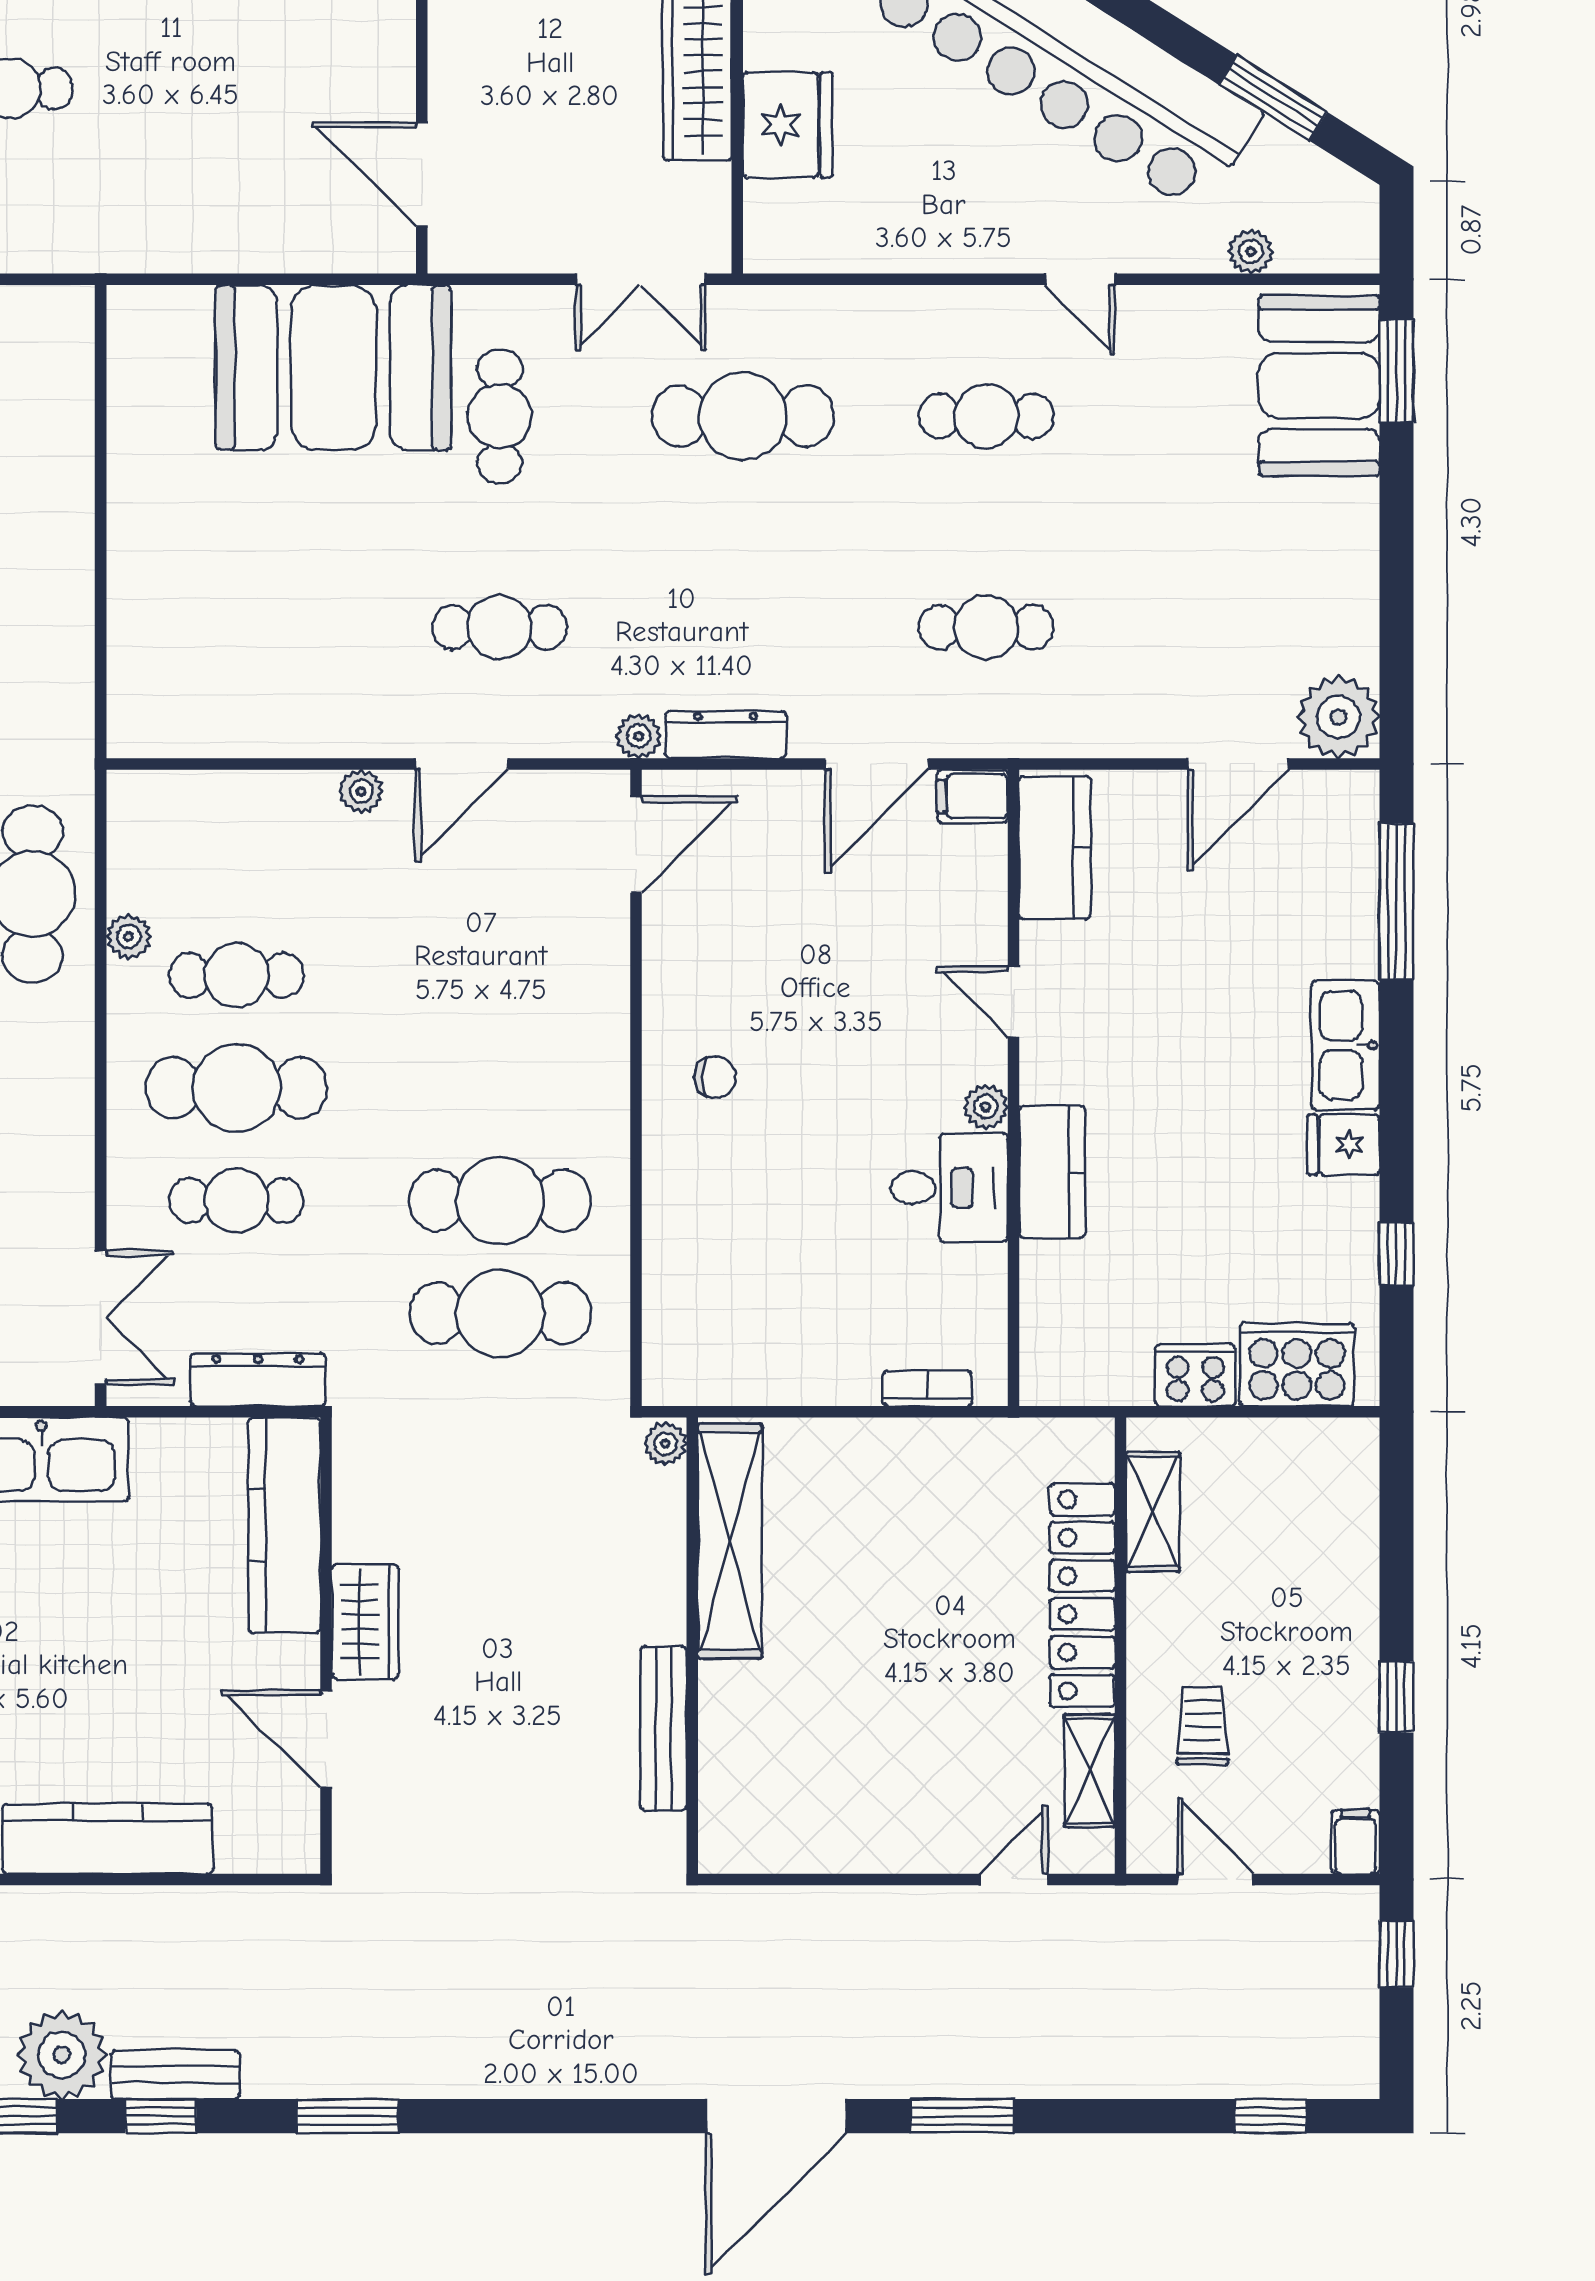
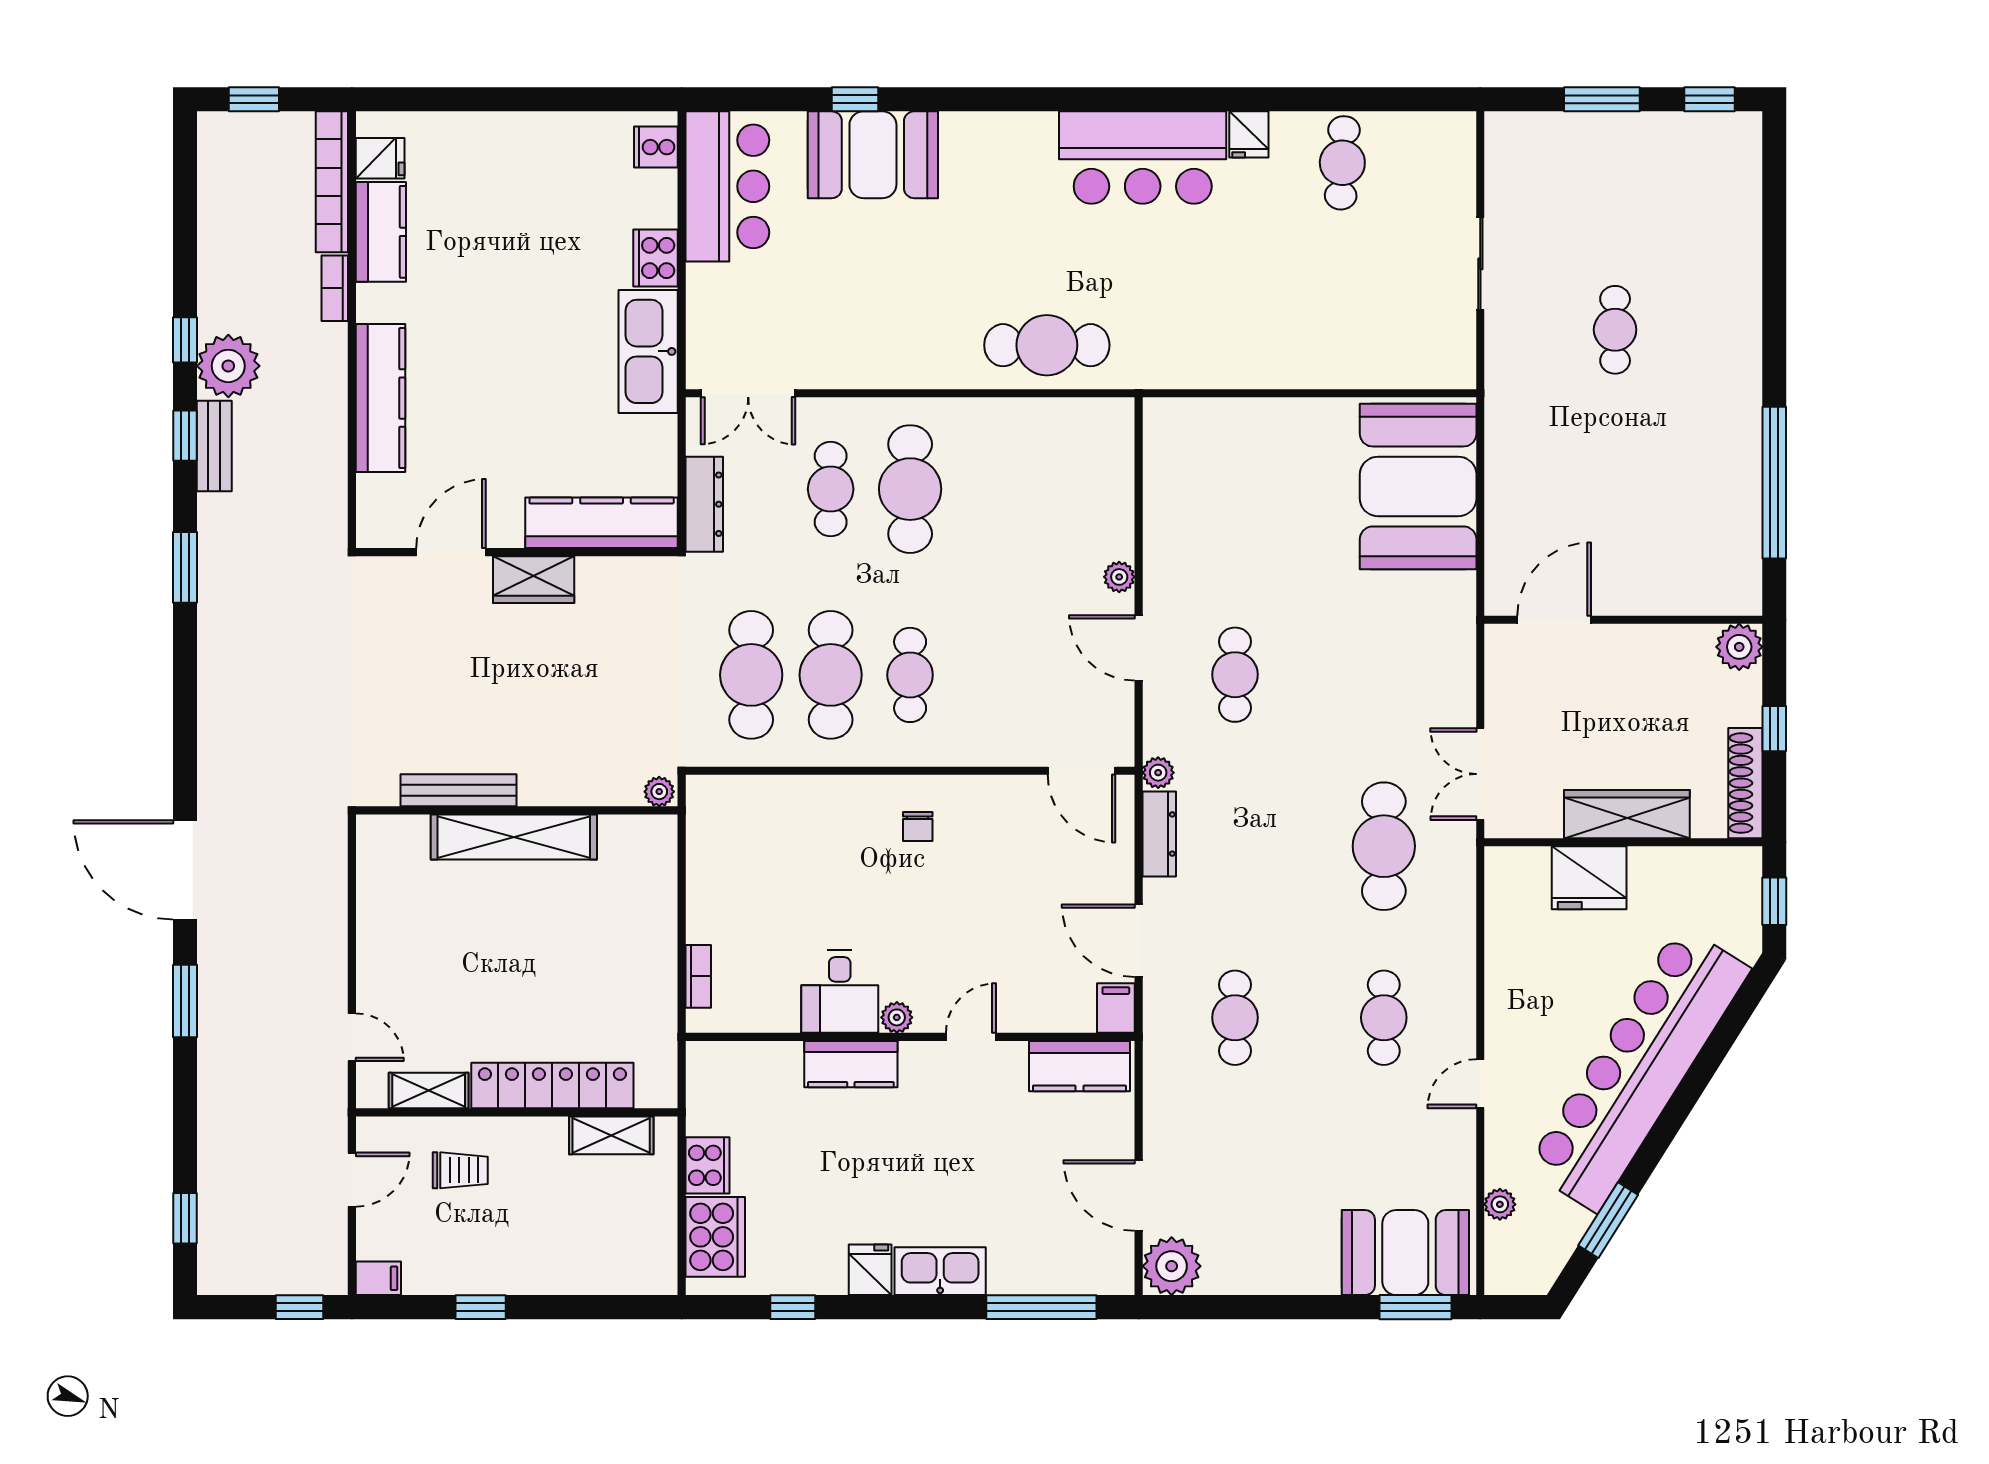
booth: (333, 367) -> (1418, 486), moved
cafe table: (500, 416) -> (1384, 675), removed
plant: (129, 936) -> (1017, 413), removed
cafe table: (236, 975) -> (910, 675), moved
shelving: (730, 1541) -> (514, 837), moved

